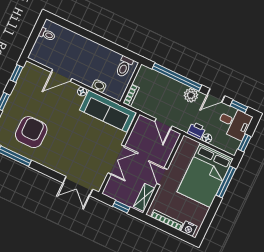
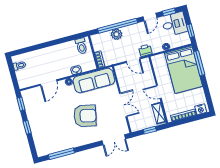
plant: (191, 95) -> (116, 34), moved
printer: (196, 131) -> (145, 50), moved
armchair: (31, 132) -> (85, 116), moved, turned 102

